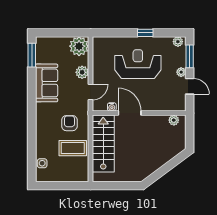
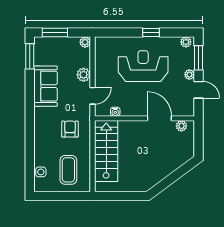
window: (55, 33) -> (55, 33), added
plant: (79, 46) -> (85, 42), width x0.53, depth x0.53
door: (130, 113) -> (159, 118), moved
coffee table: (73, 148) -> (68, 170), moved, turned 90

